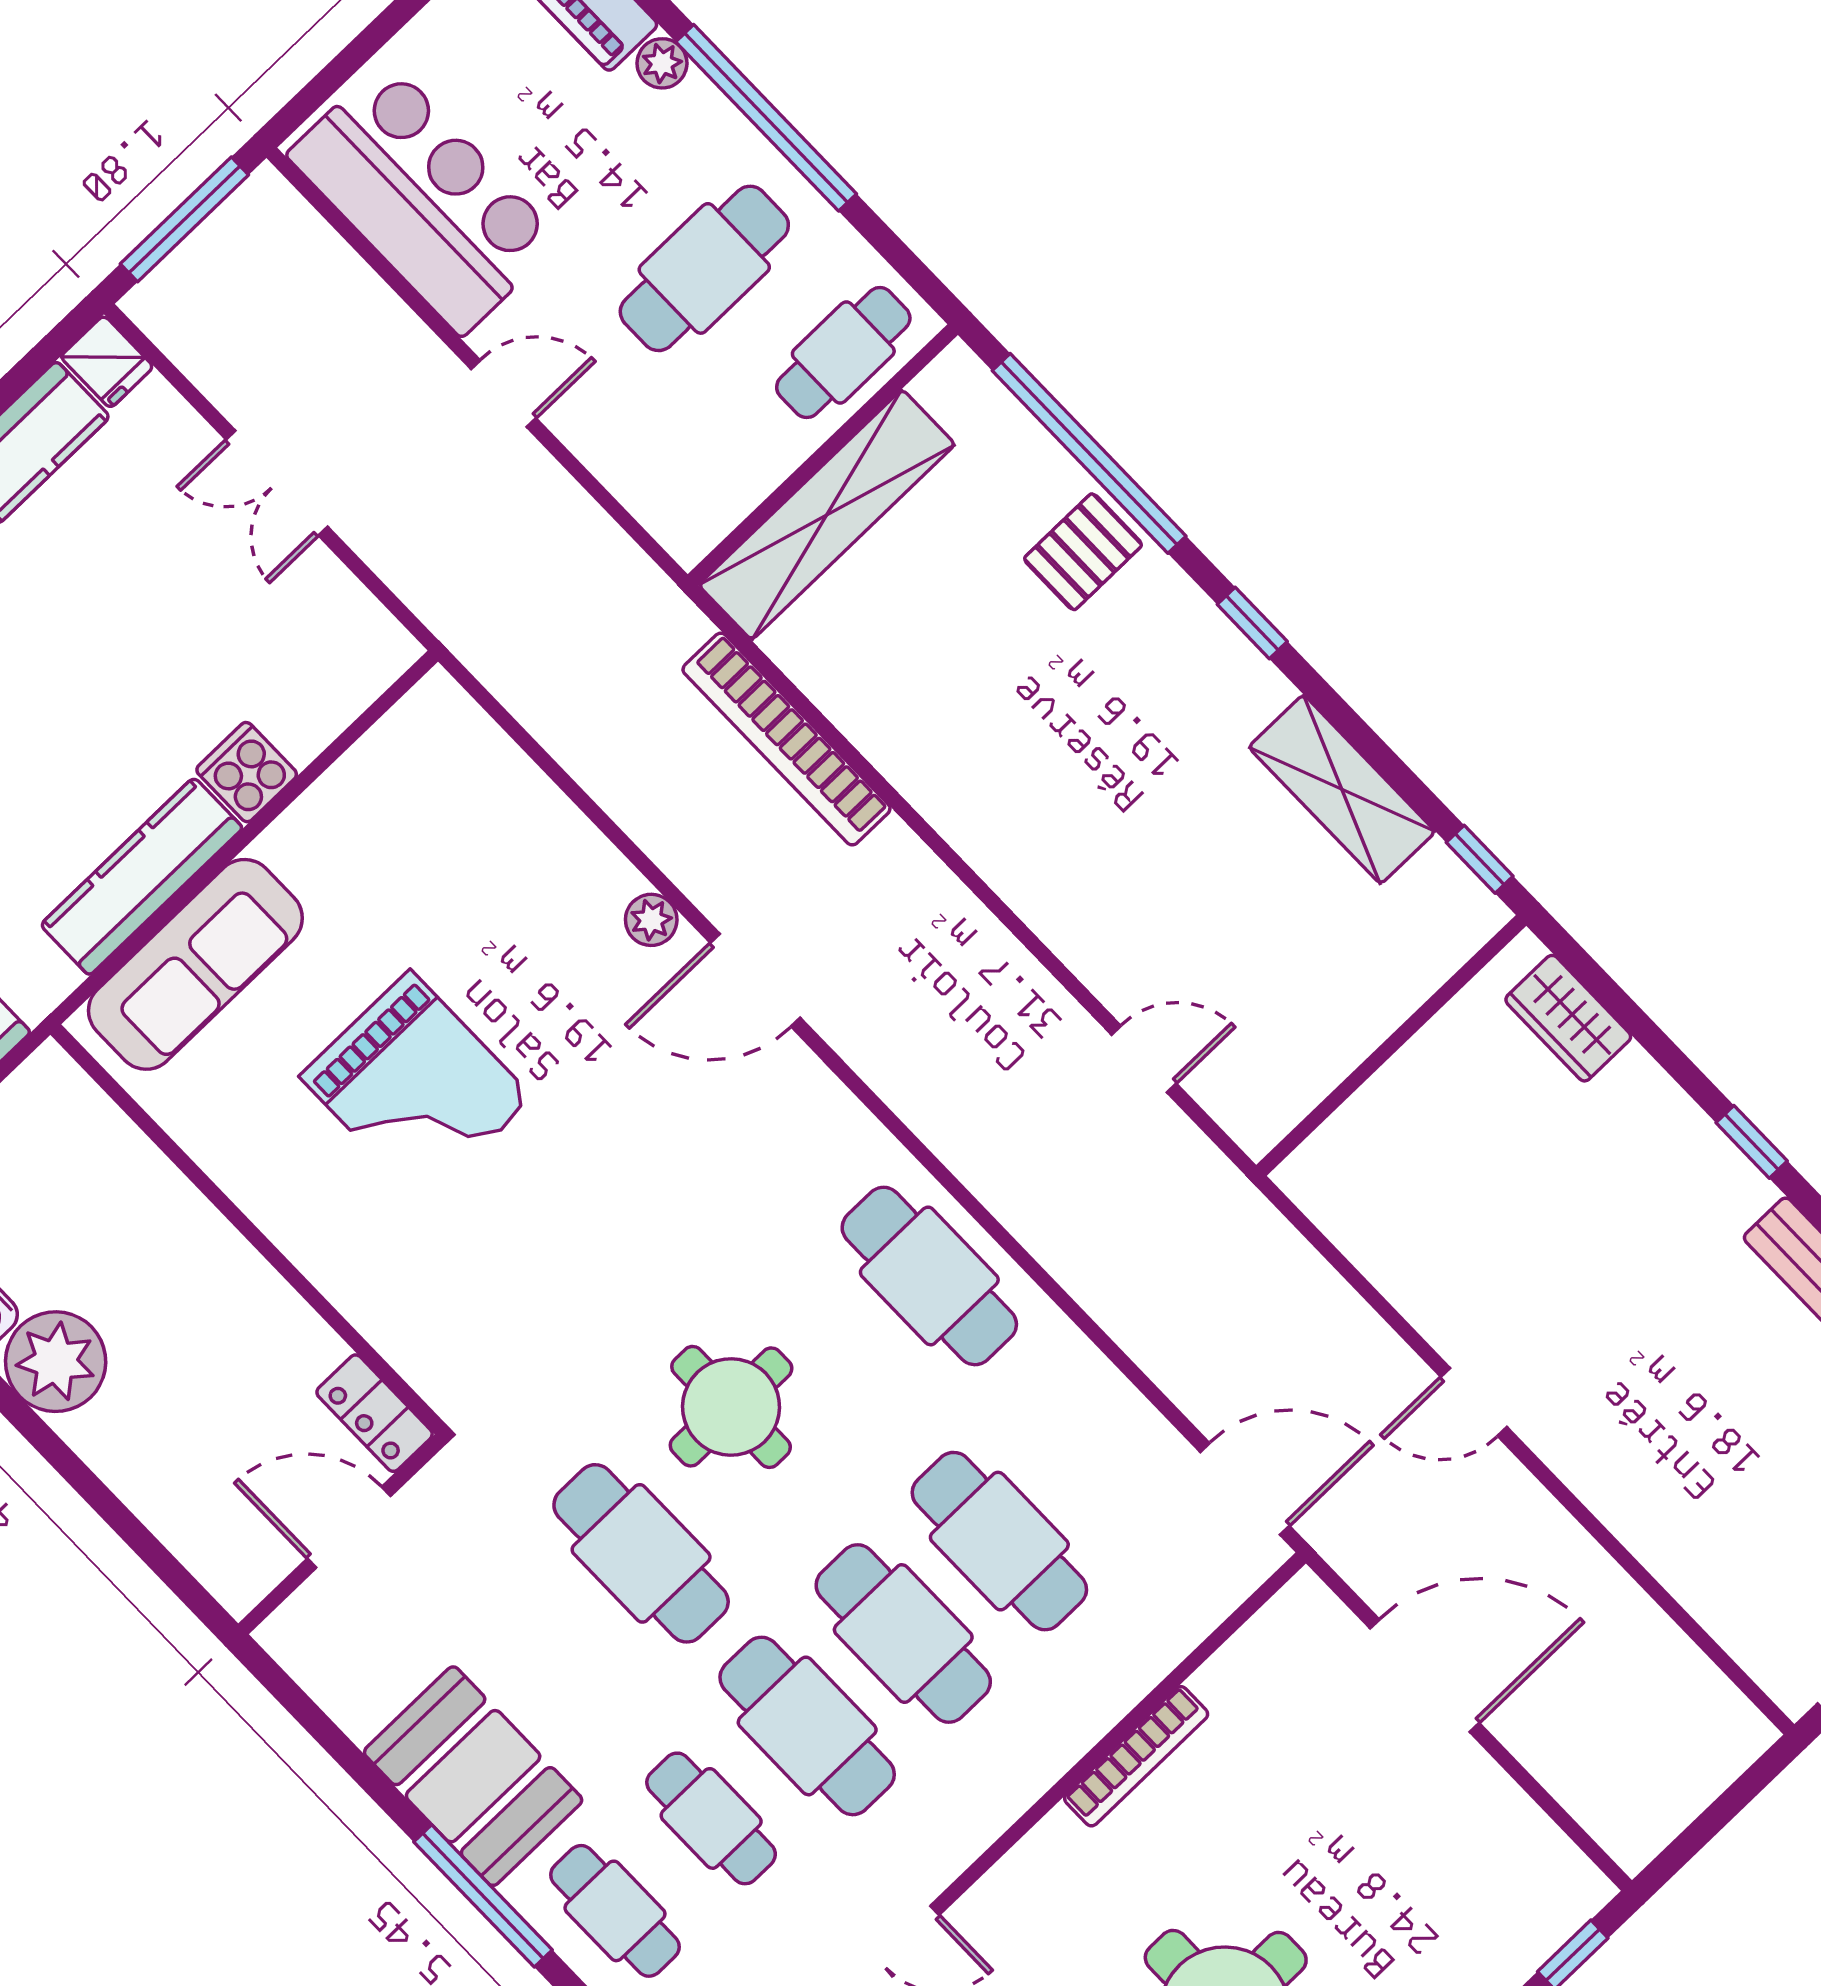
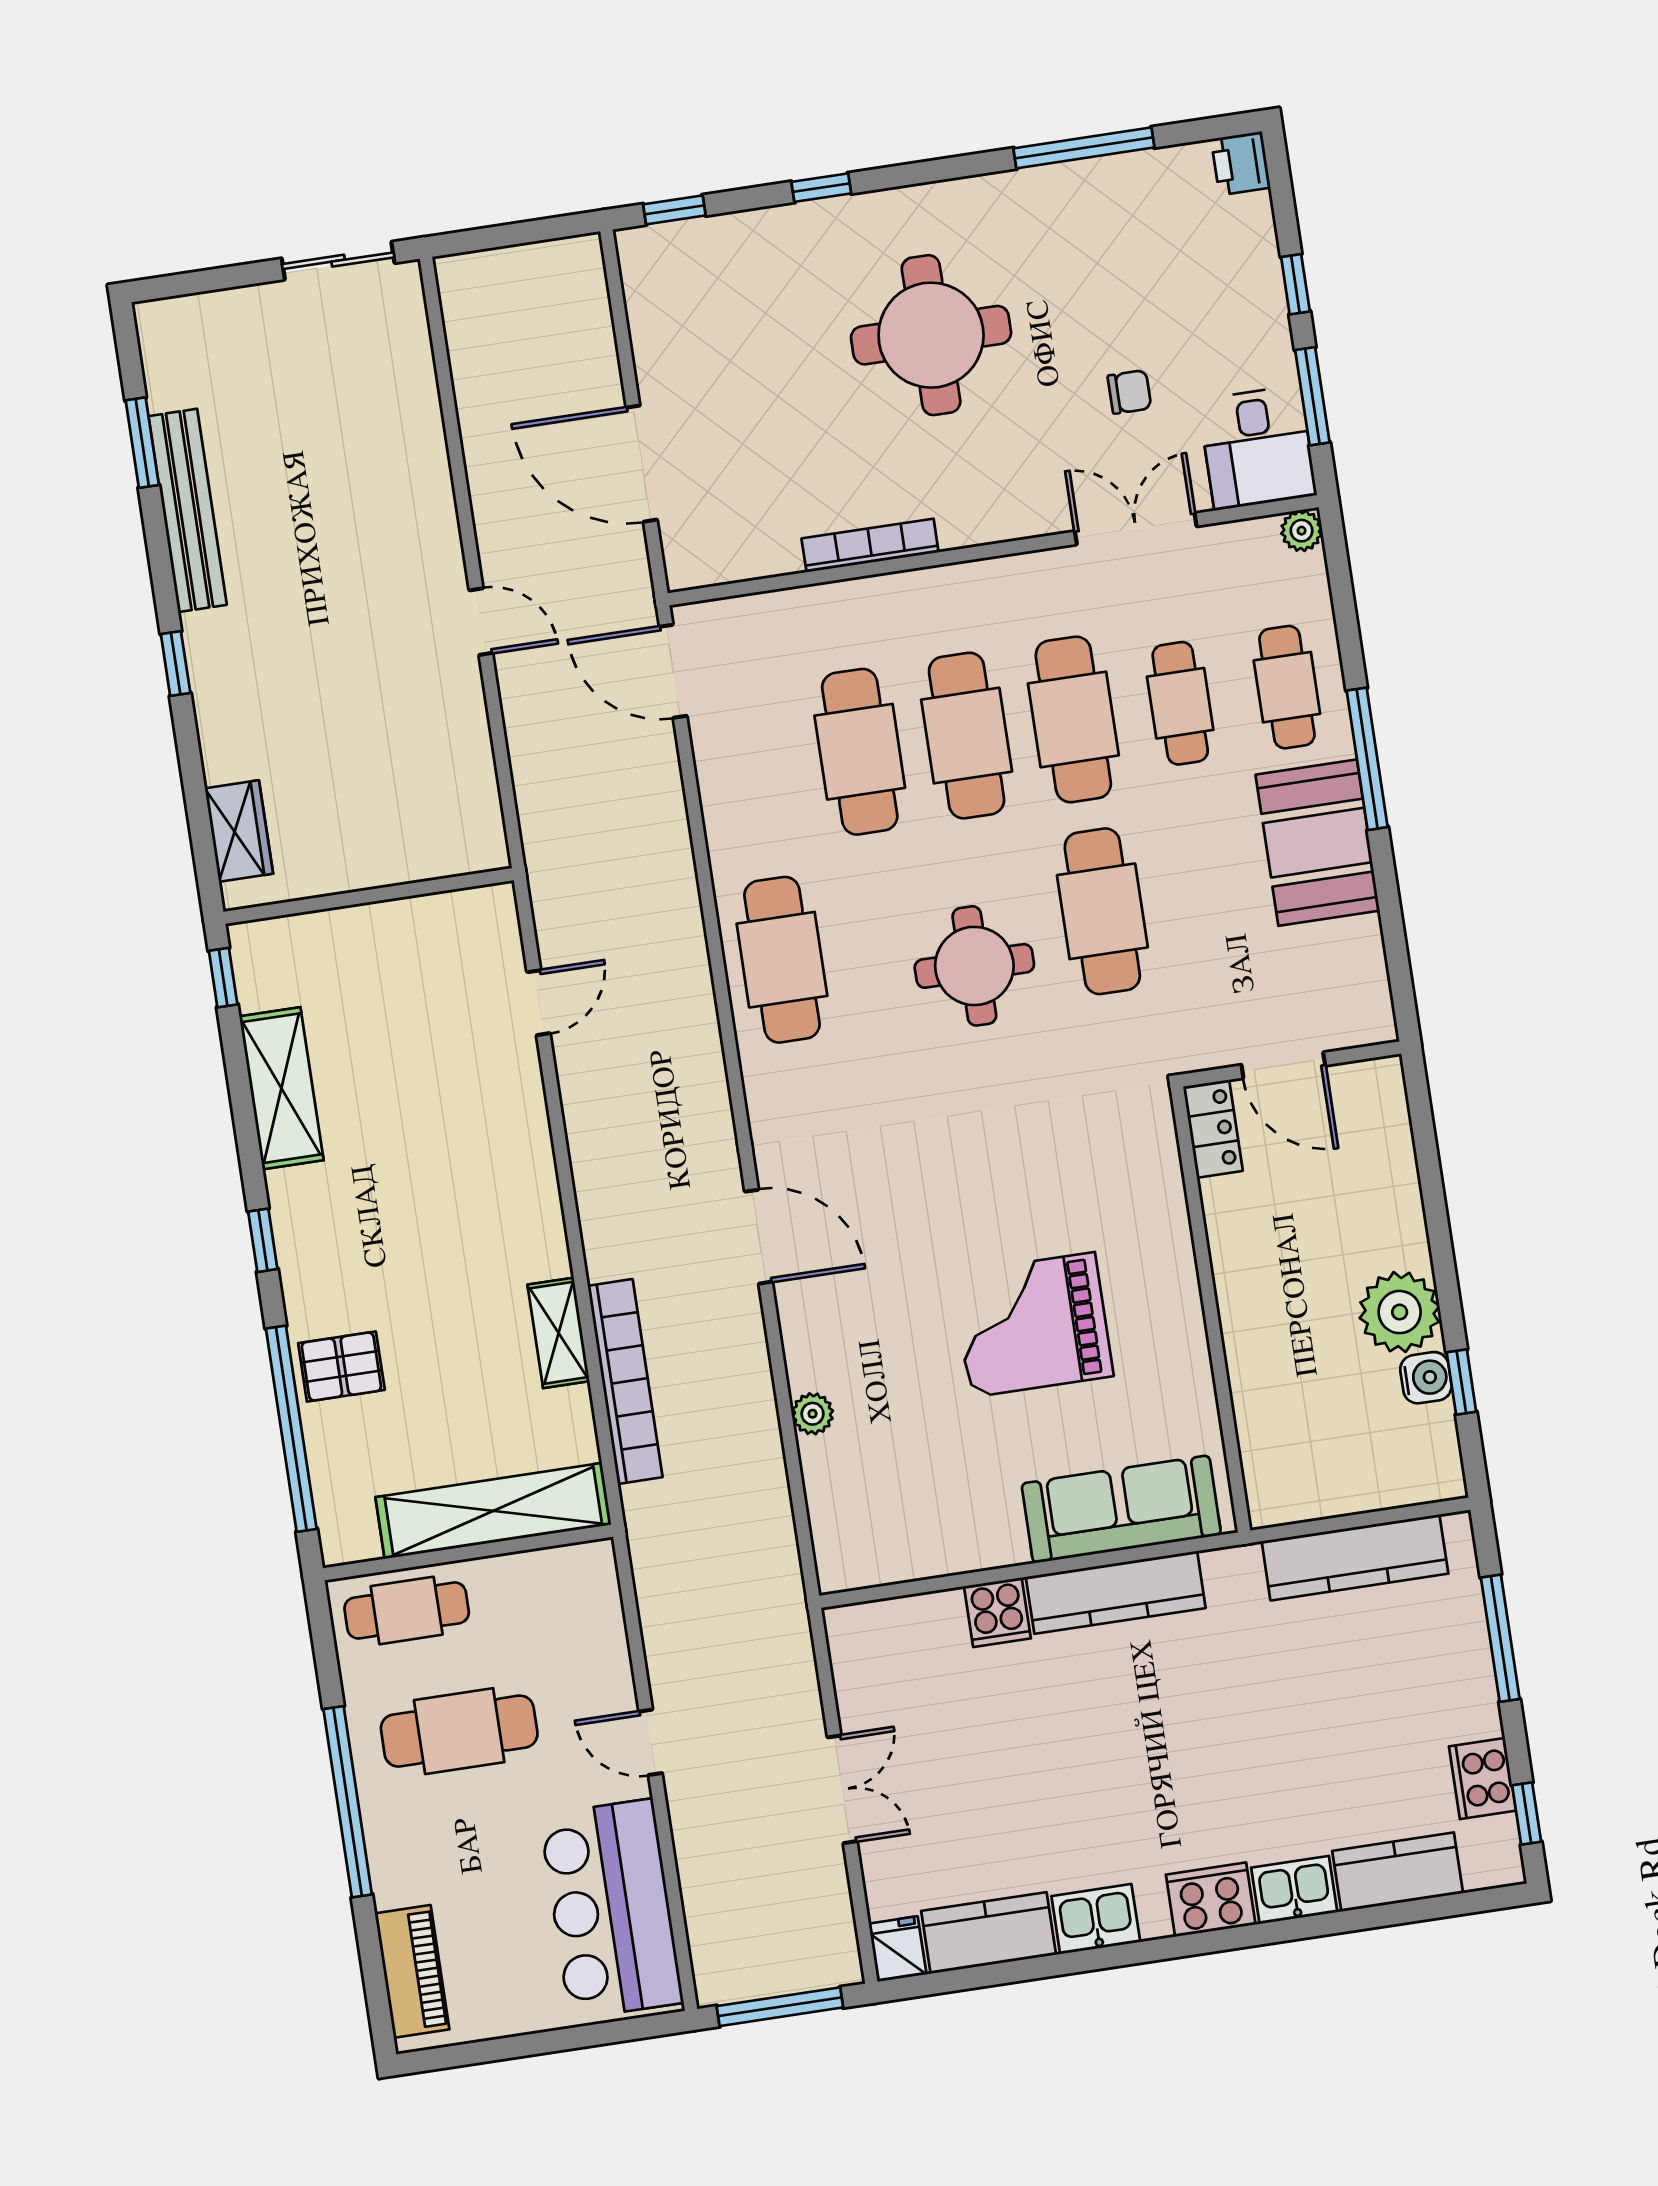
plant: (662, 63) -> (391, 1886), removed
shelving: (888, 741) -> (559, 1333), added
plant: (651, 920) -> (813, 1414), moved
door: (1144, 1059) -> (539, 1003), swing flipped
grand piano: (416, 1087) -> (1033, 1325), turned -90

